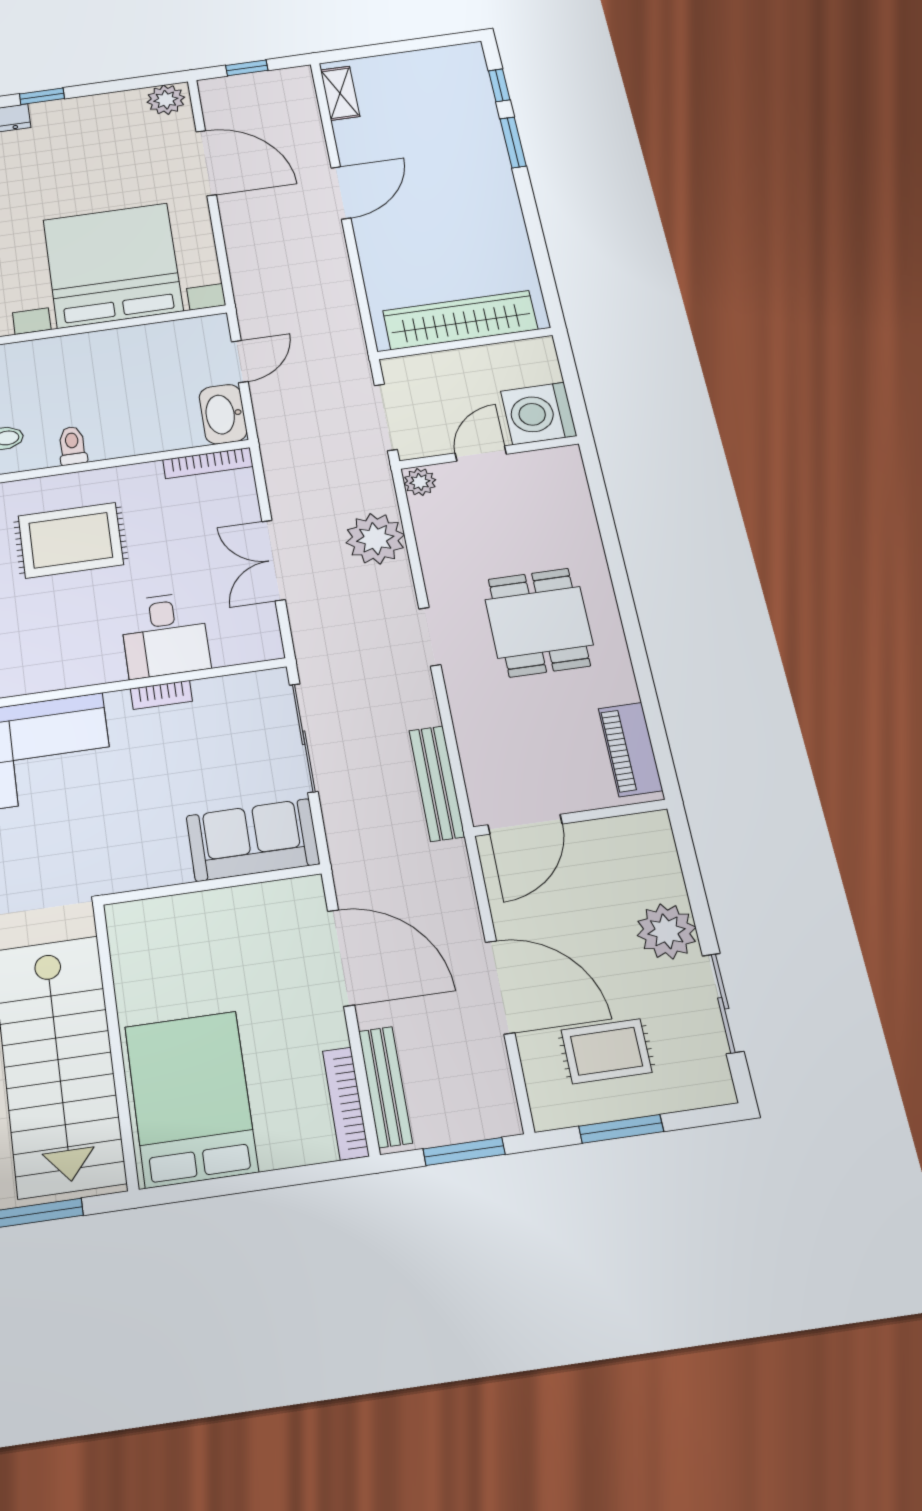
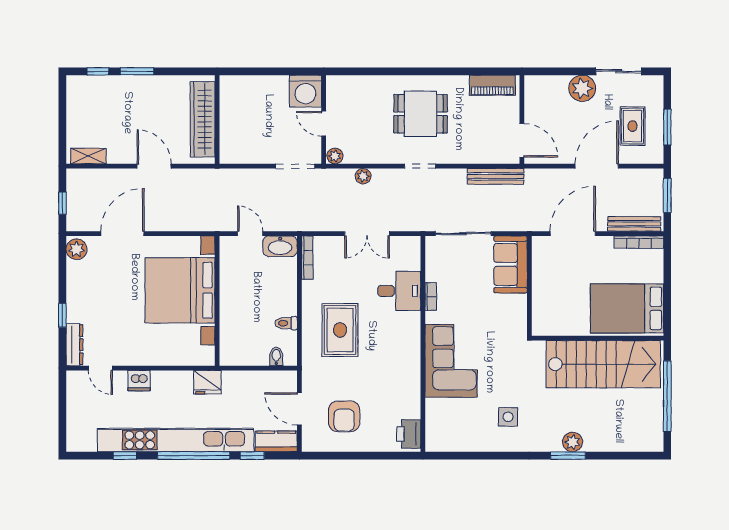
wardrobe: (460, 320) -> (203, 119), moved
wall: (465, 344) -> (217, 120), moved
plant: (375, 539) -> (363, 176), width x0.53, depth x0.53

